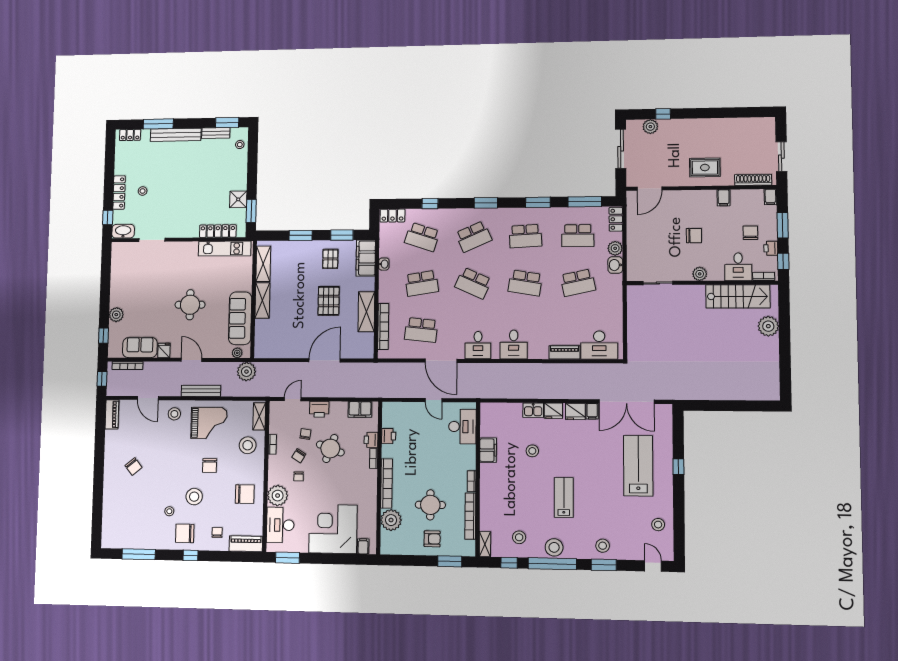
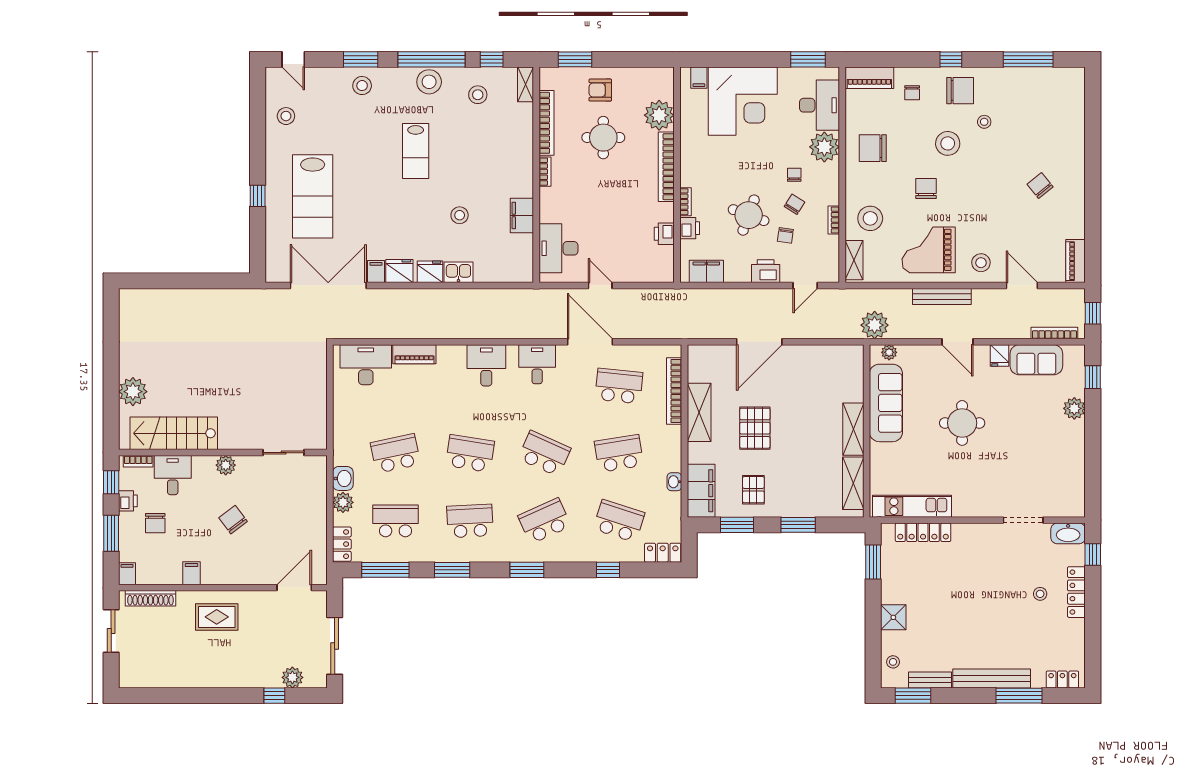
shower: (238, 199) -> (893, 617), moved
chair: (694, 236) -> (233, 520), turned 53

